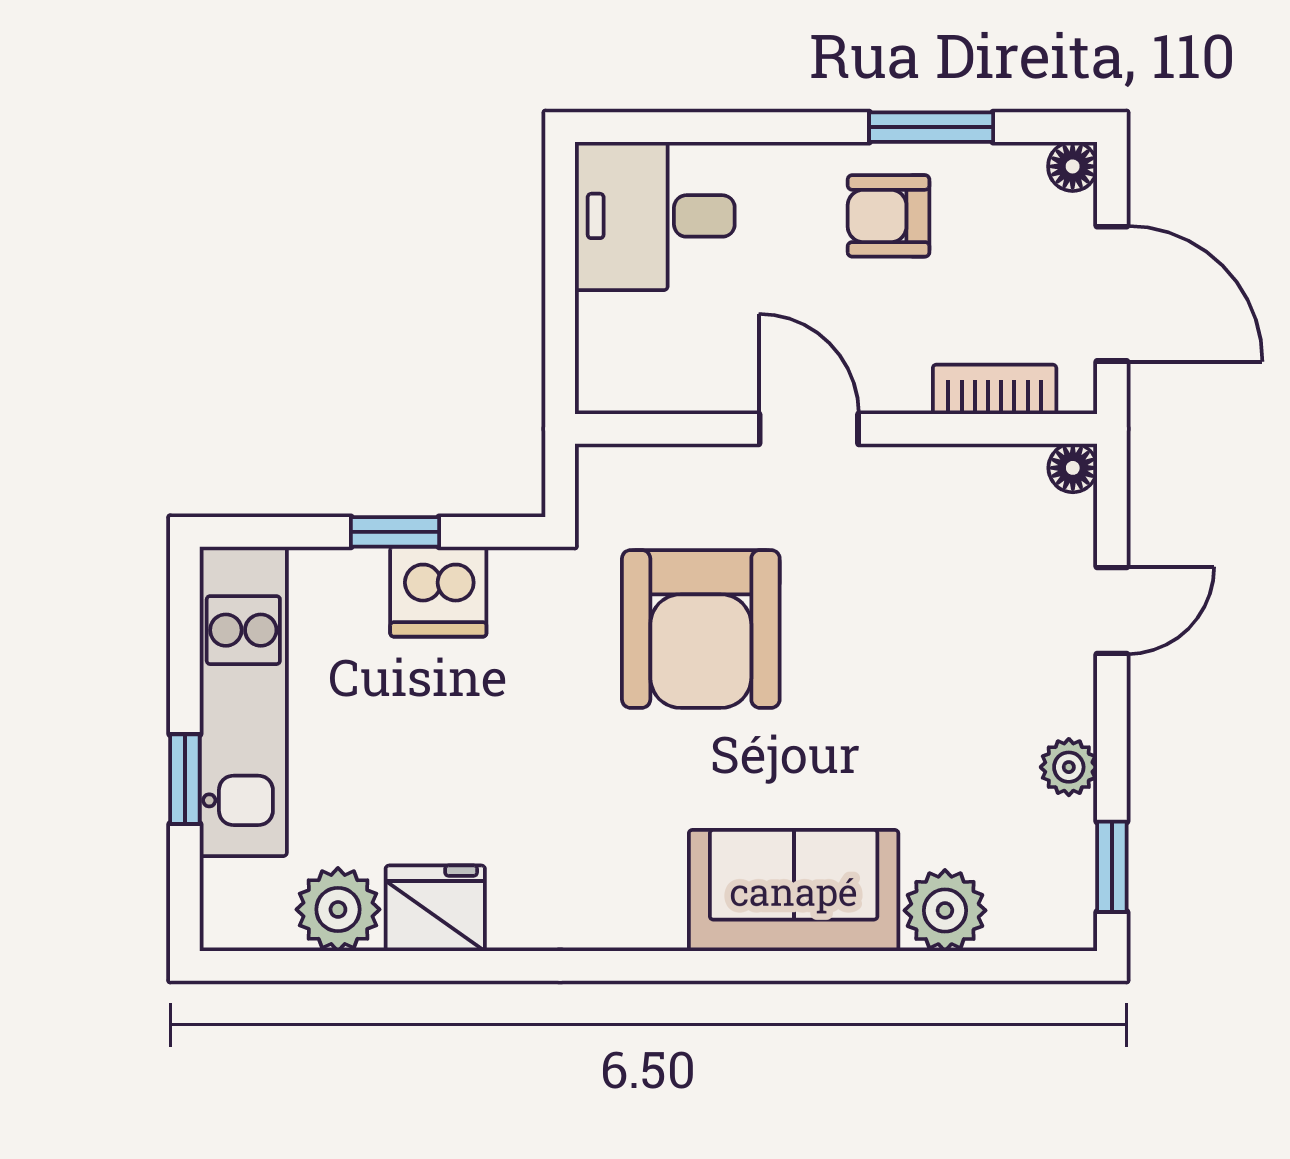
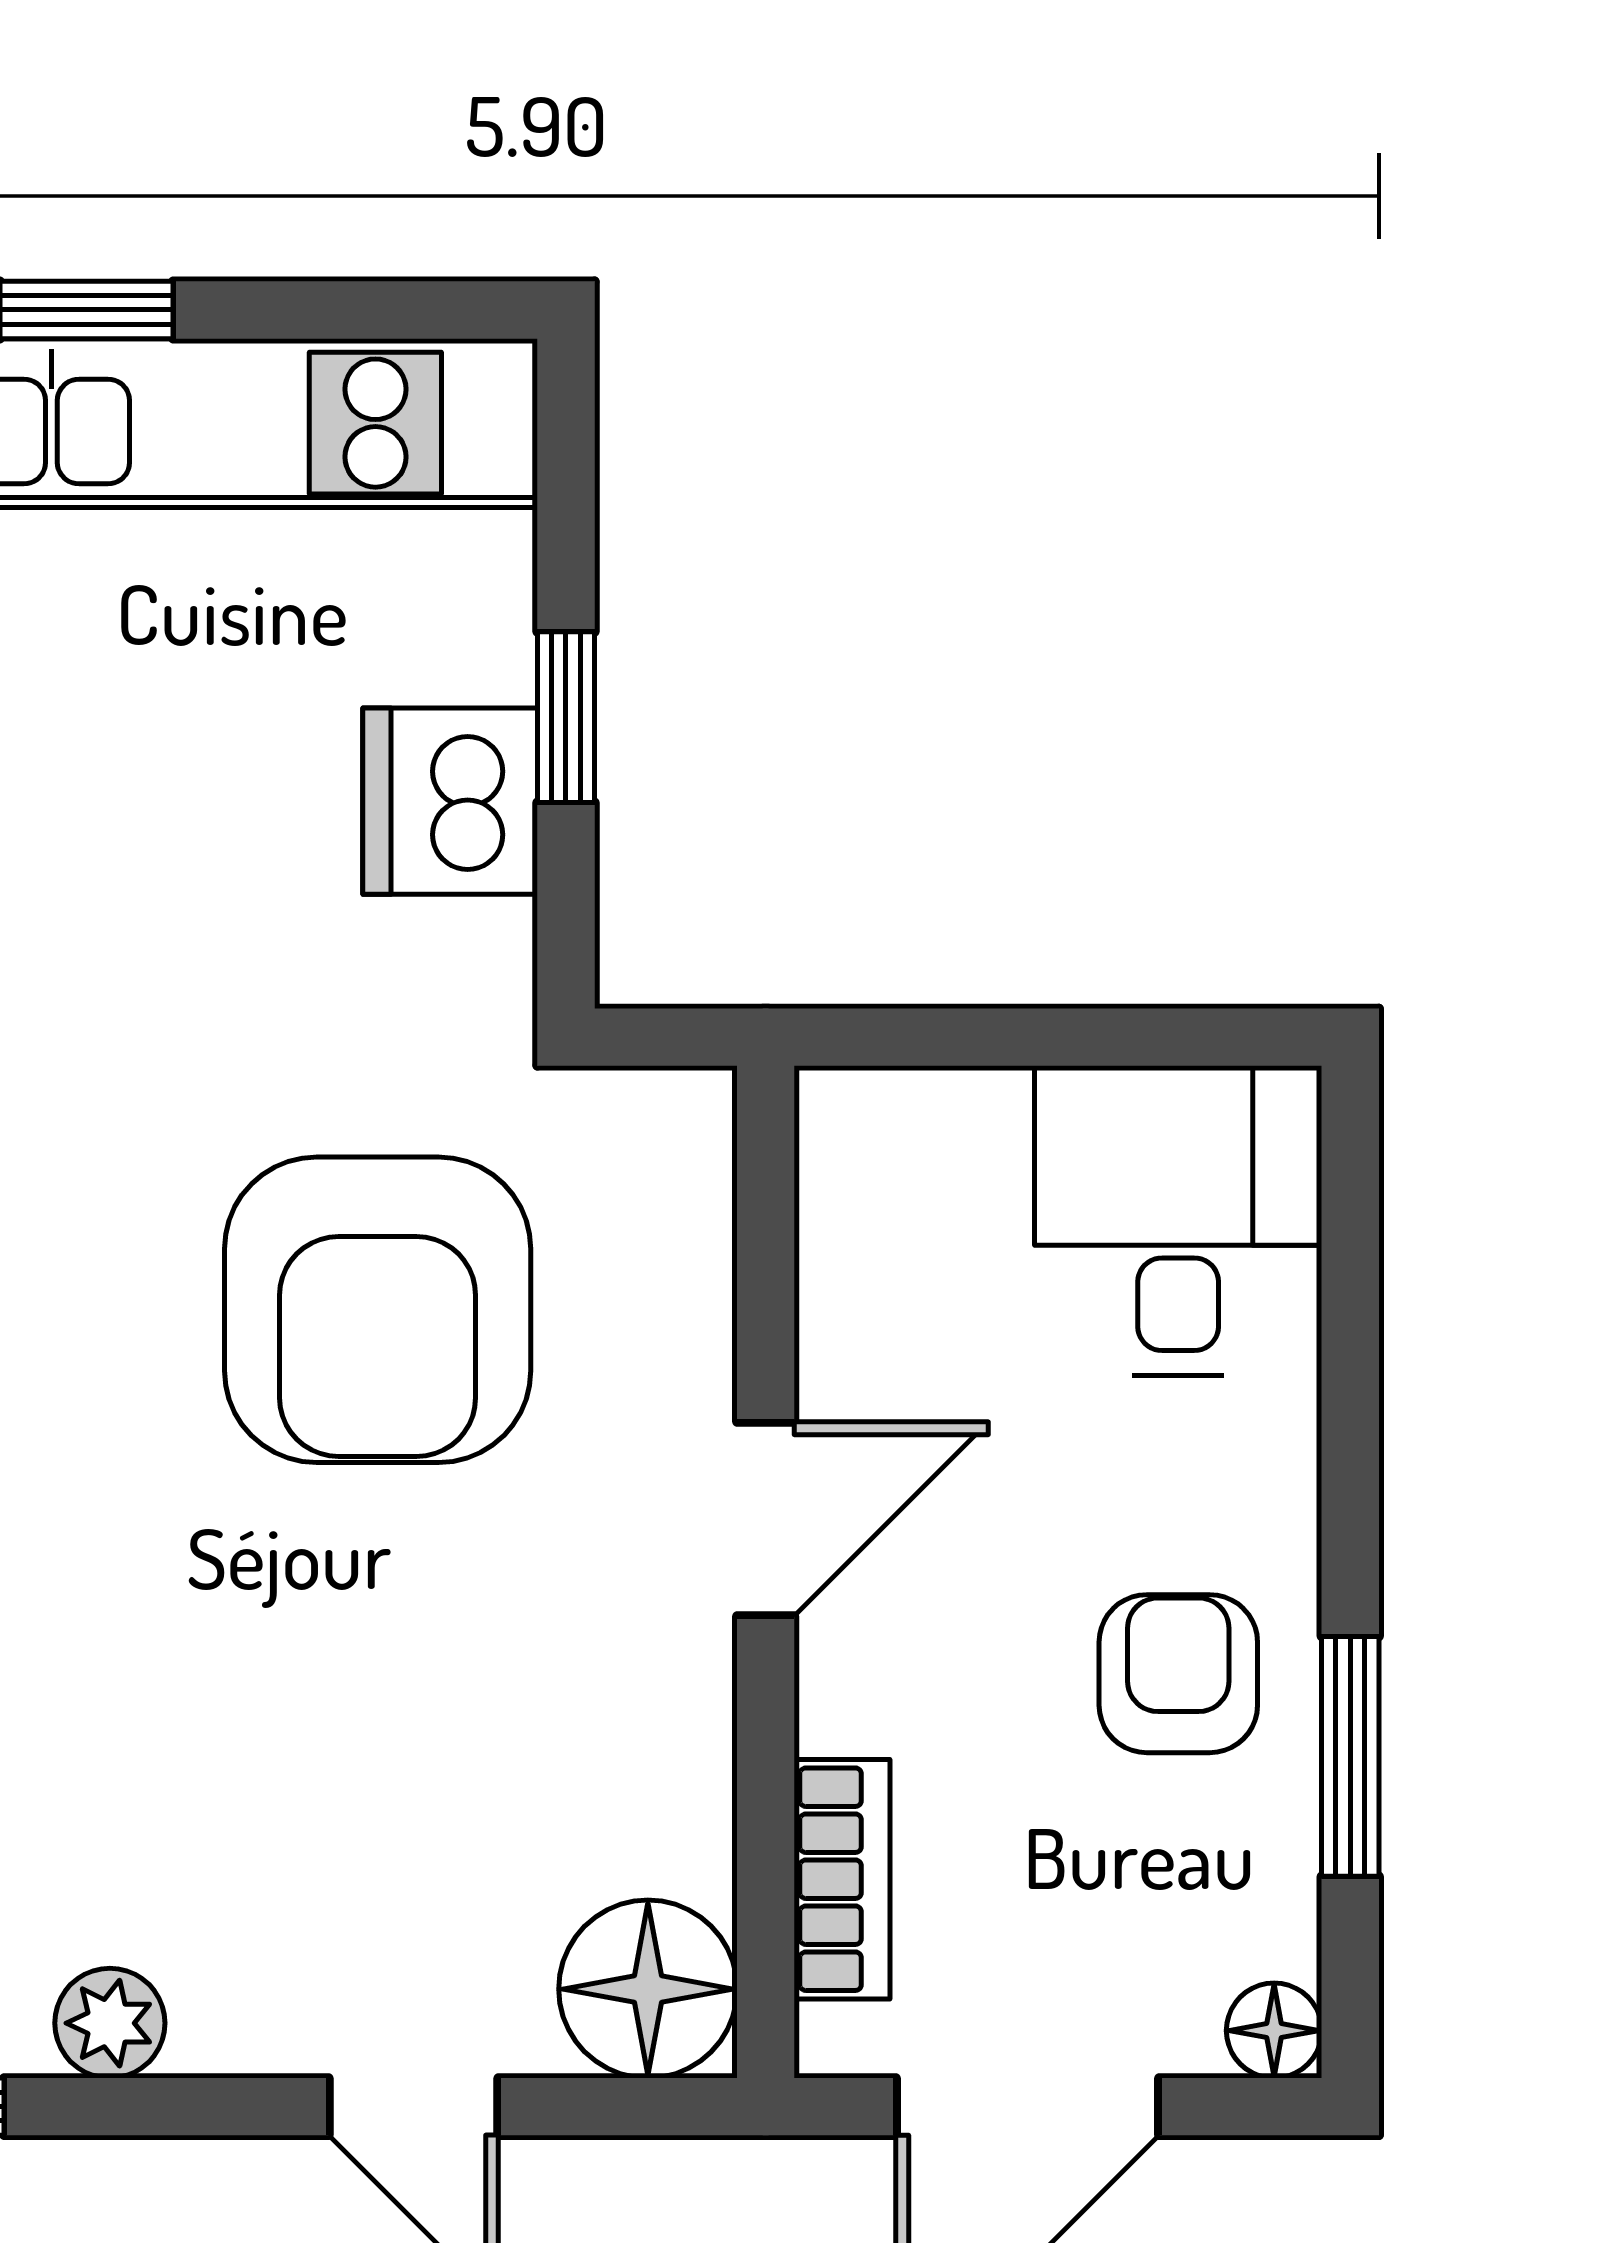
floor lamp: (1073, 468) -> (648, 1989), width x1.89, depth x1.89
armchair: (701, 629) -> (378, 1310), turned -90

